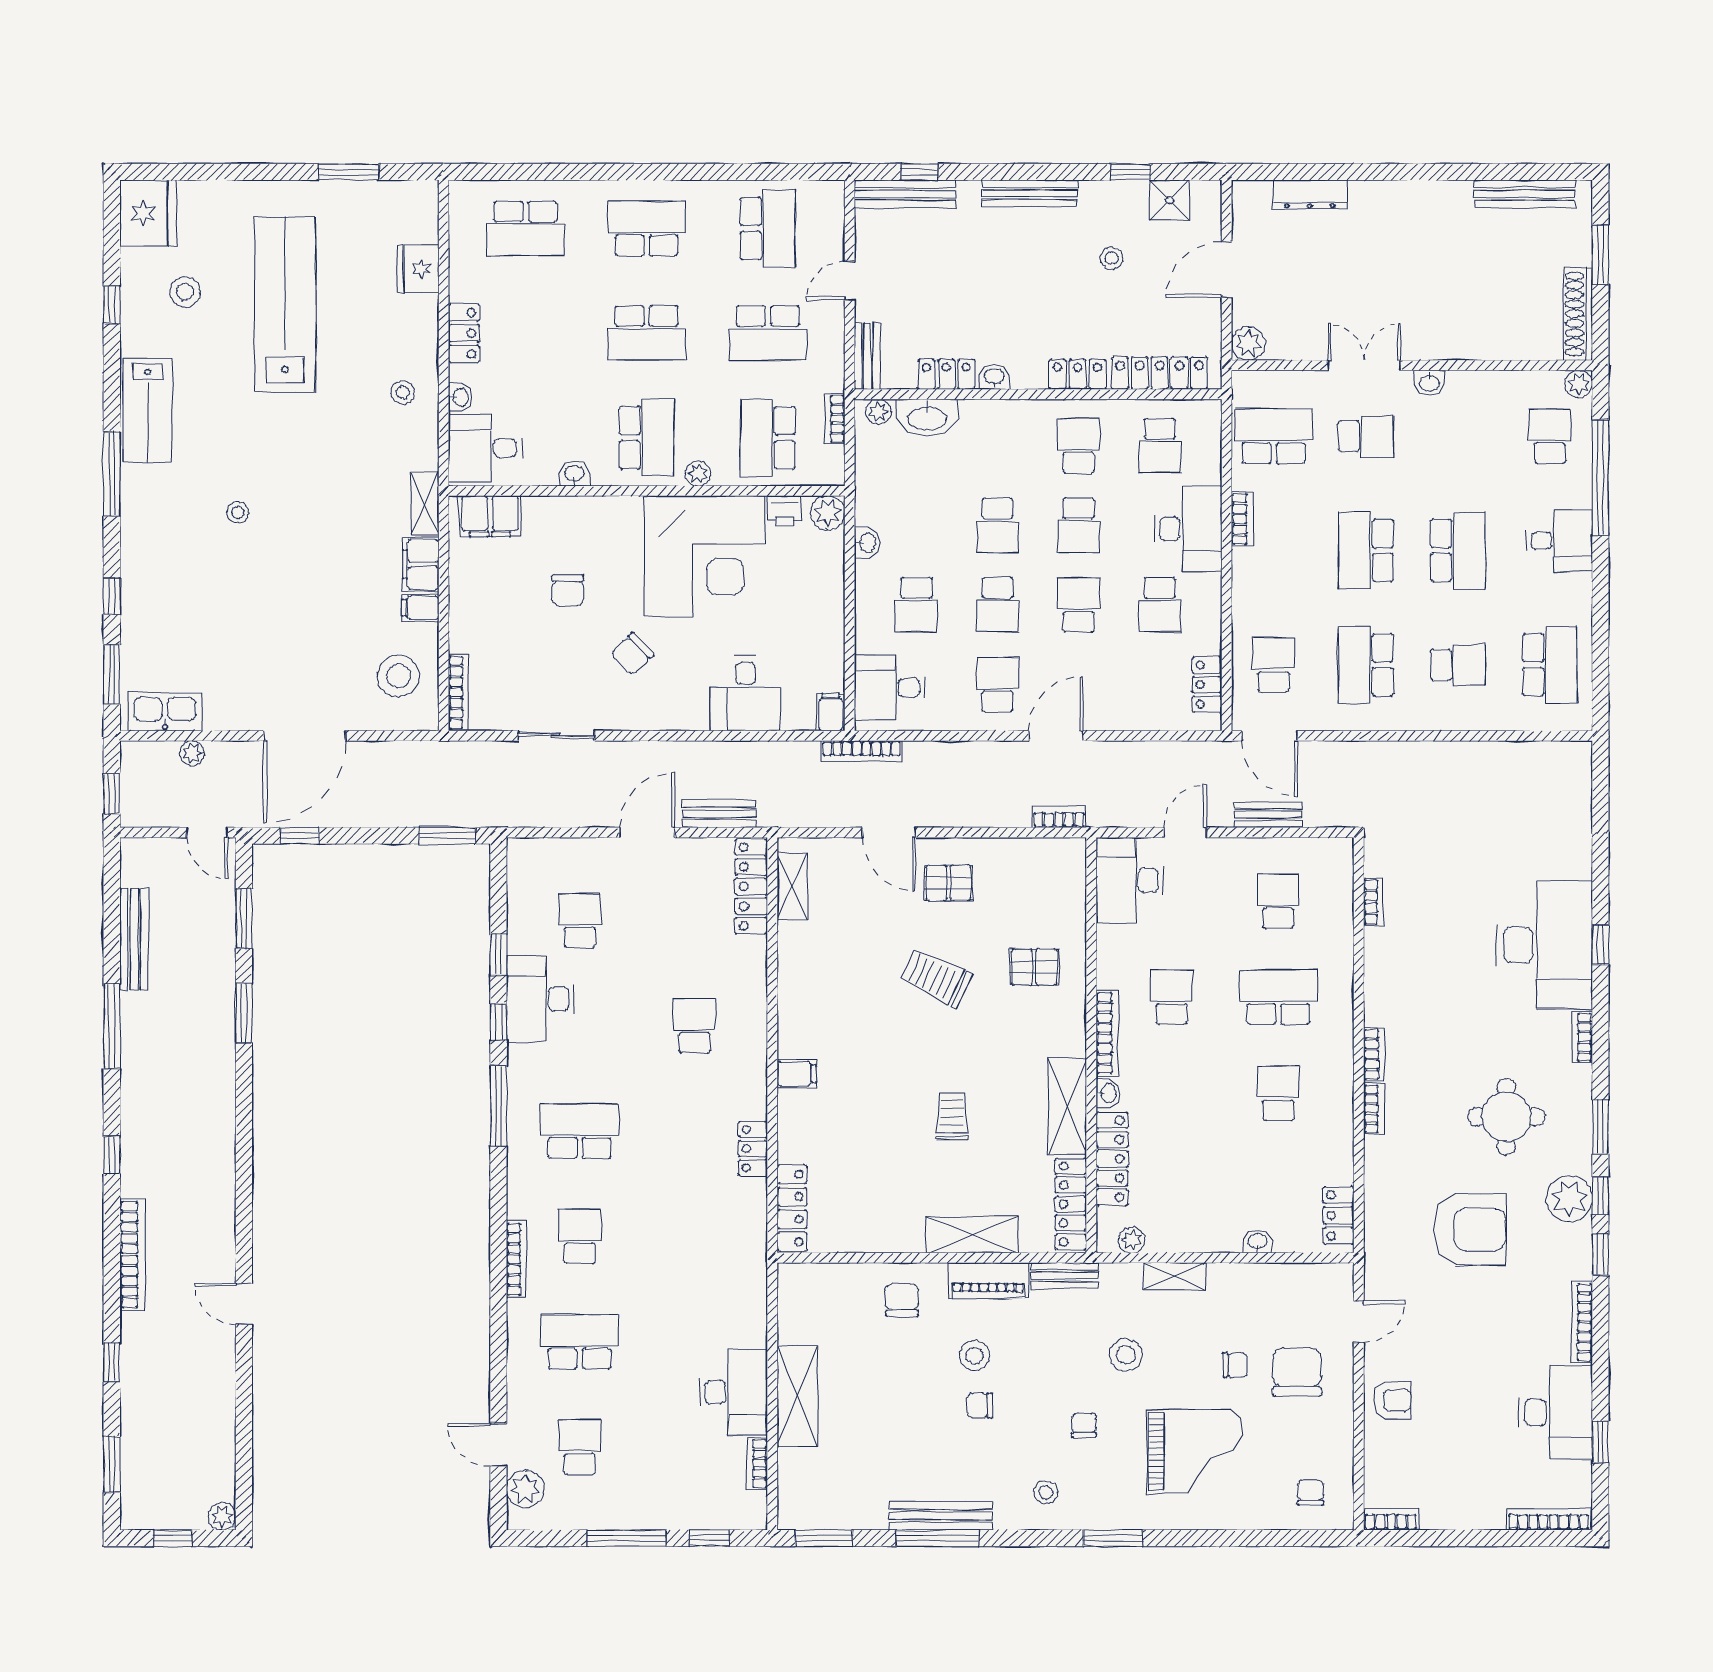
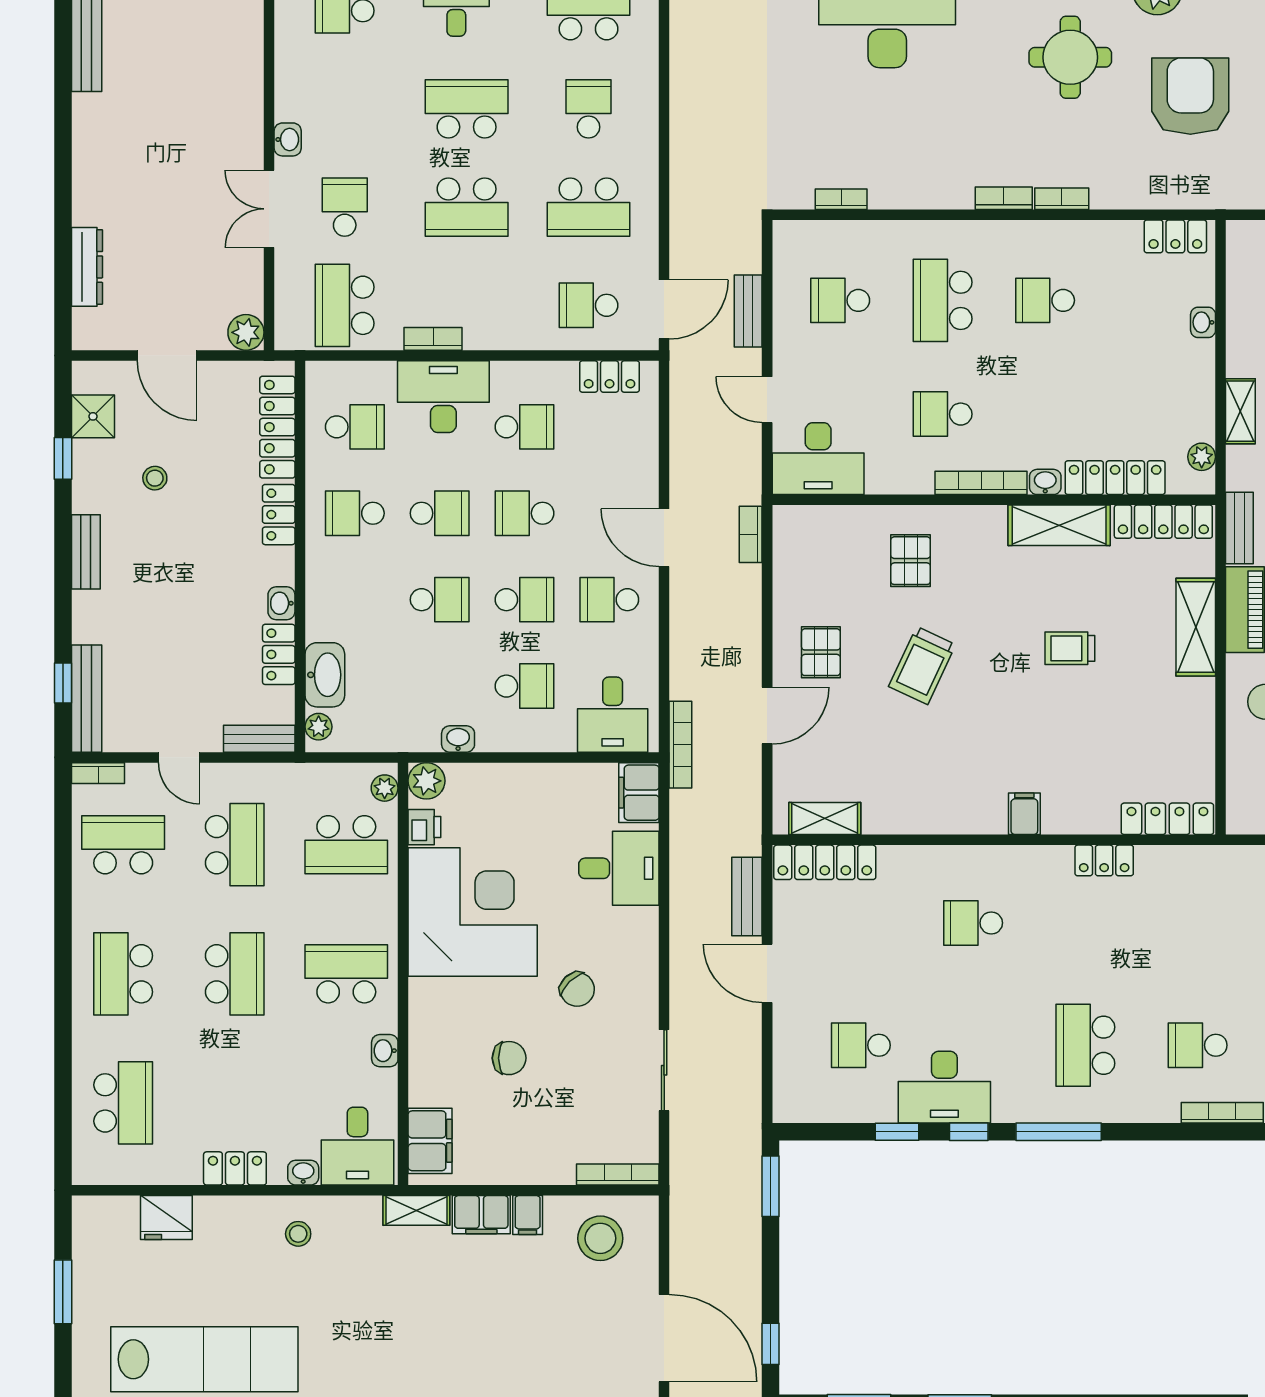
bench: (1030, 193) -> (86, 552), width x0.73
lab bench: (285, 305) -> (204, 1359), turned 180
bookcase: (835, 419) -> (98, 773), moved
plant: (698, 474) -> (385, 788), moved
filing cabinet: (831, 712) -> (639, 793), width x2.00

